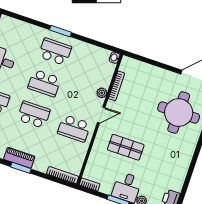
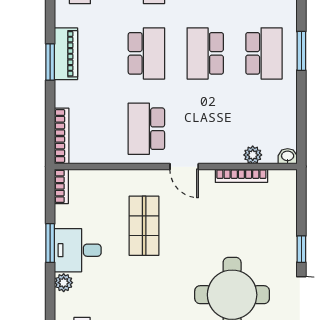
window: (167, 67) -> (301, 249), added
plant: (102, 93) -> (253, 155), moved

